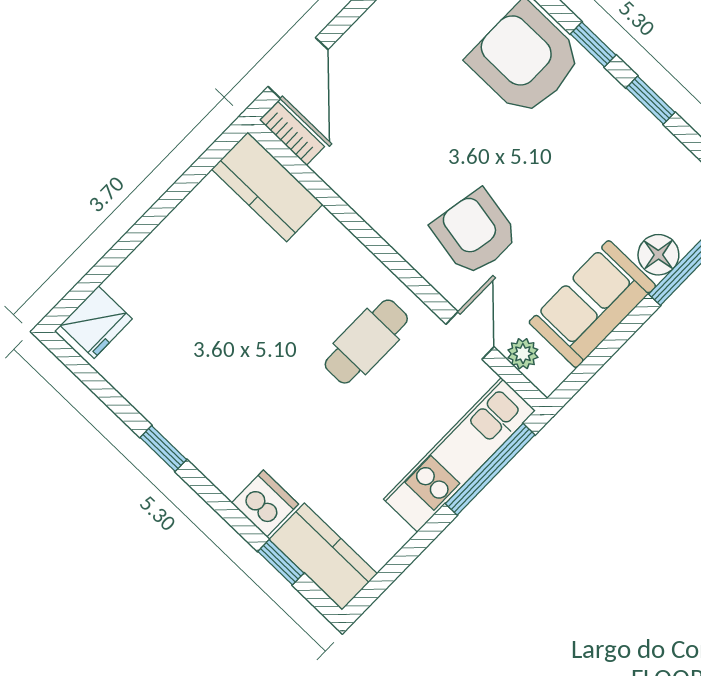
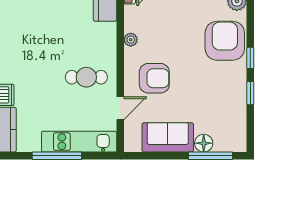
armchair: (475, 233) -> (154, 78), turned 80
plant: (523, 354) -> (131, 40), moved
window: (490, 469) -> (57, 156), moved

